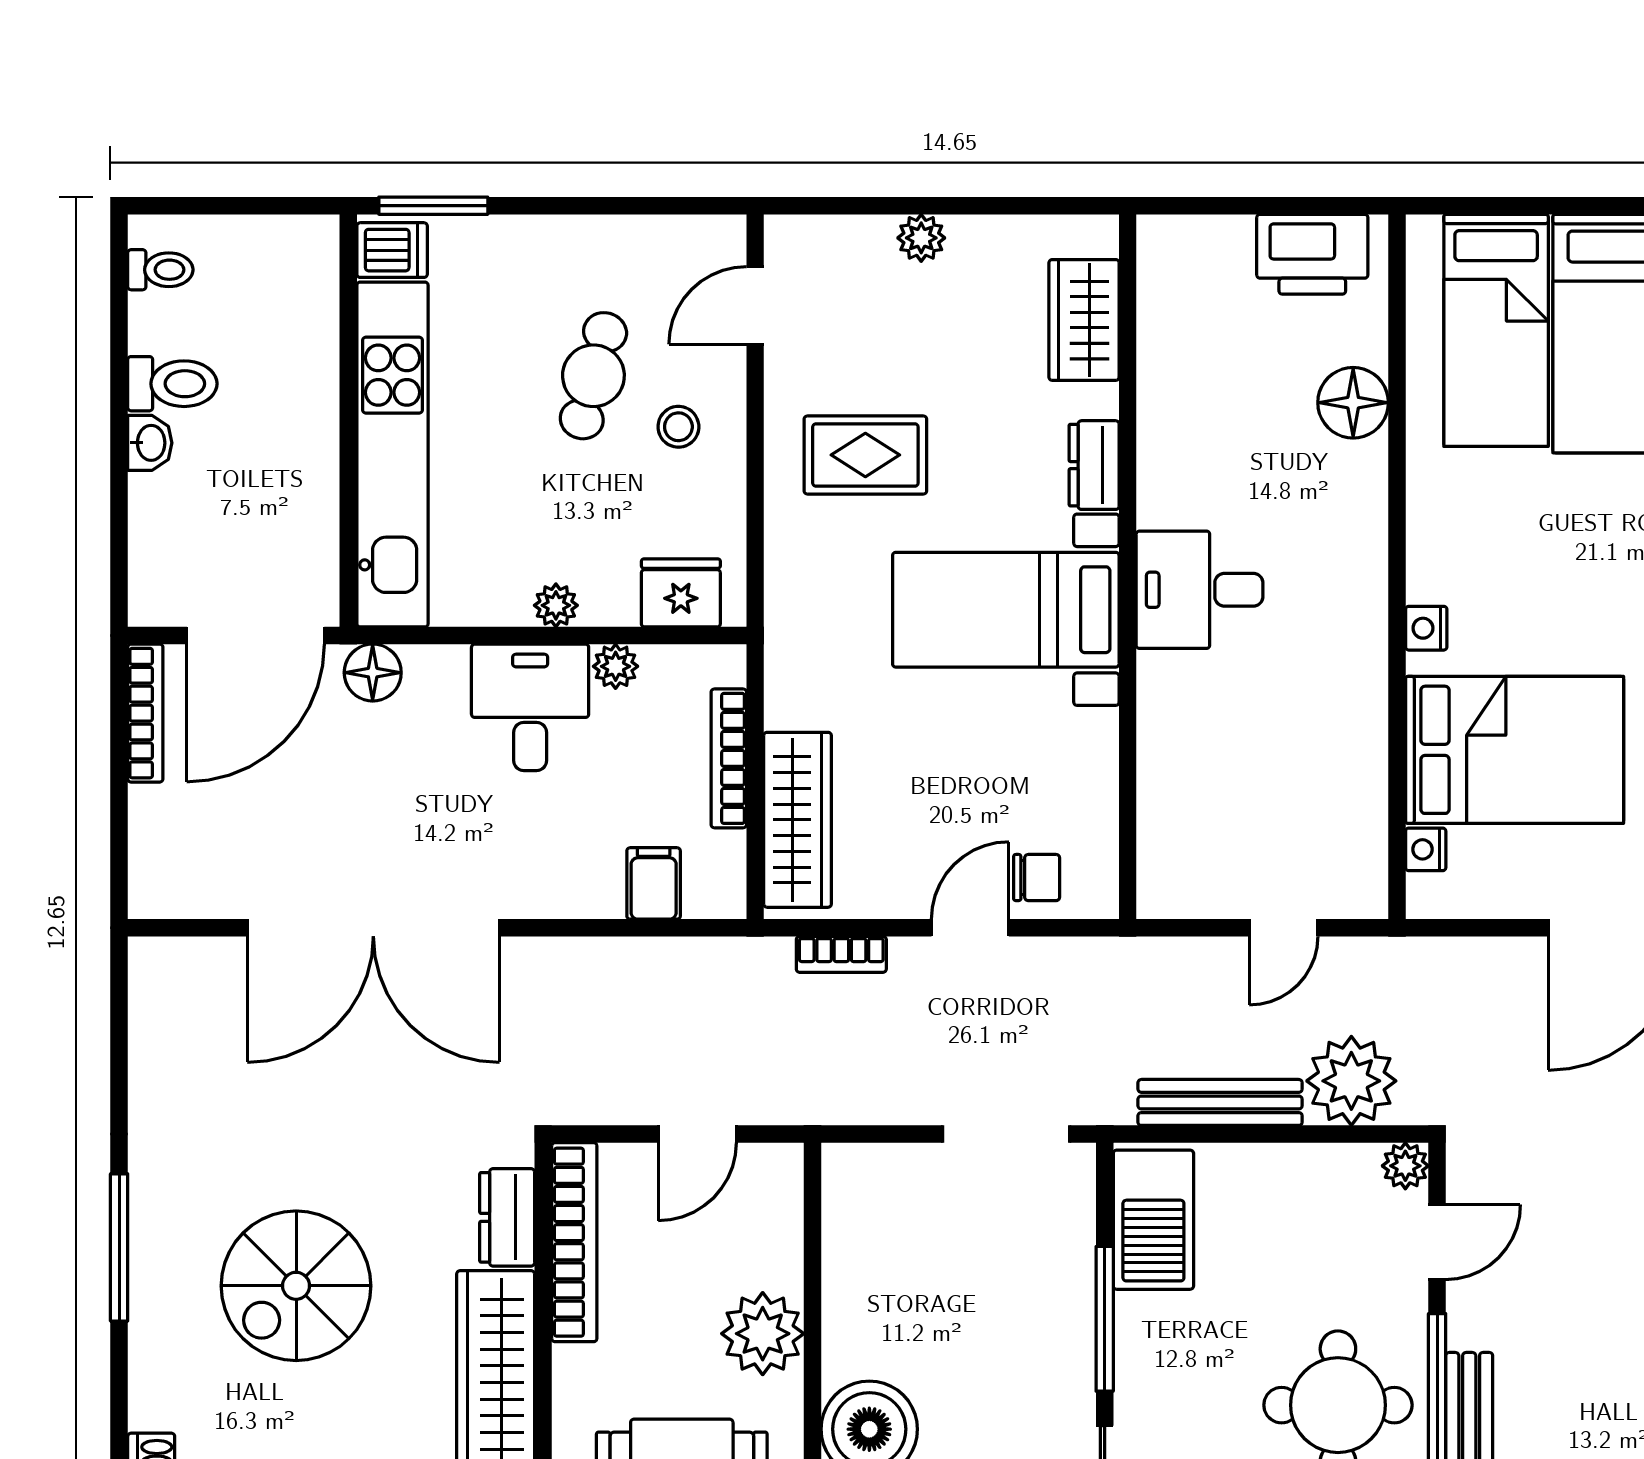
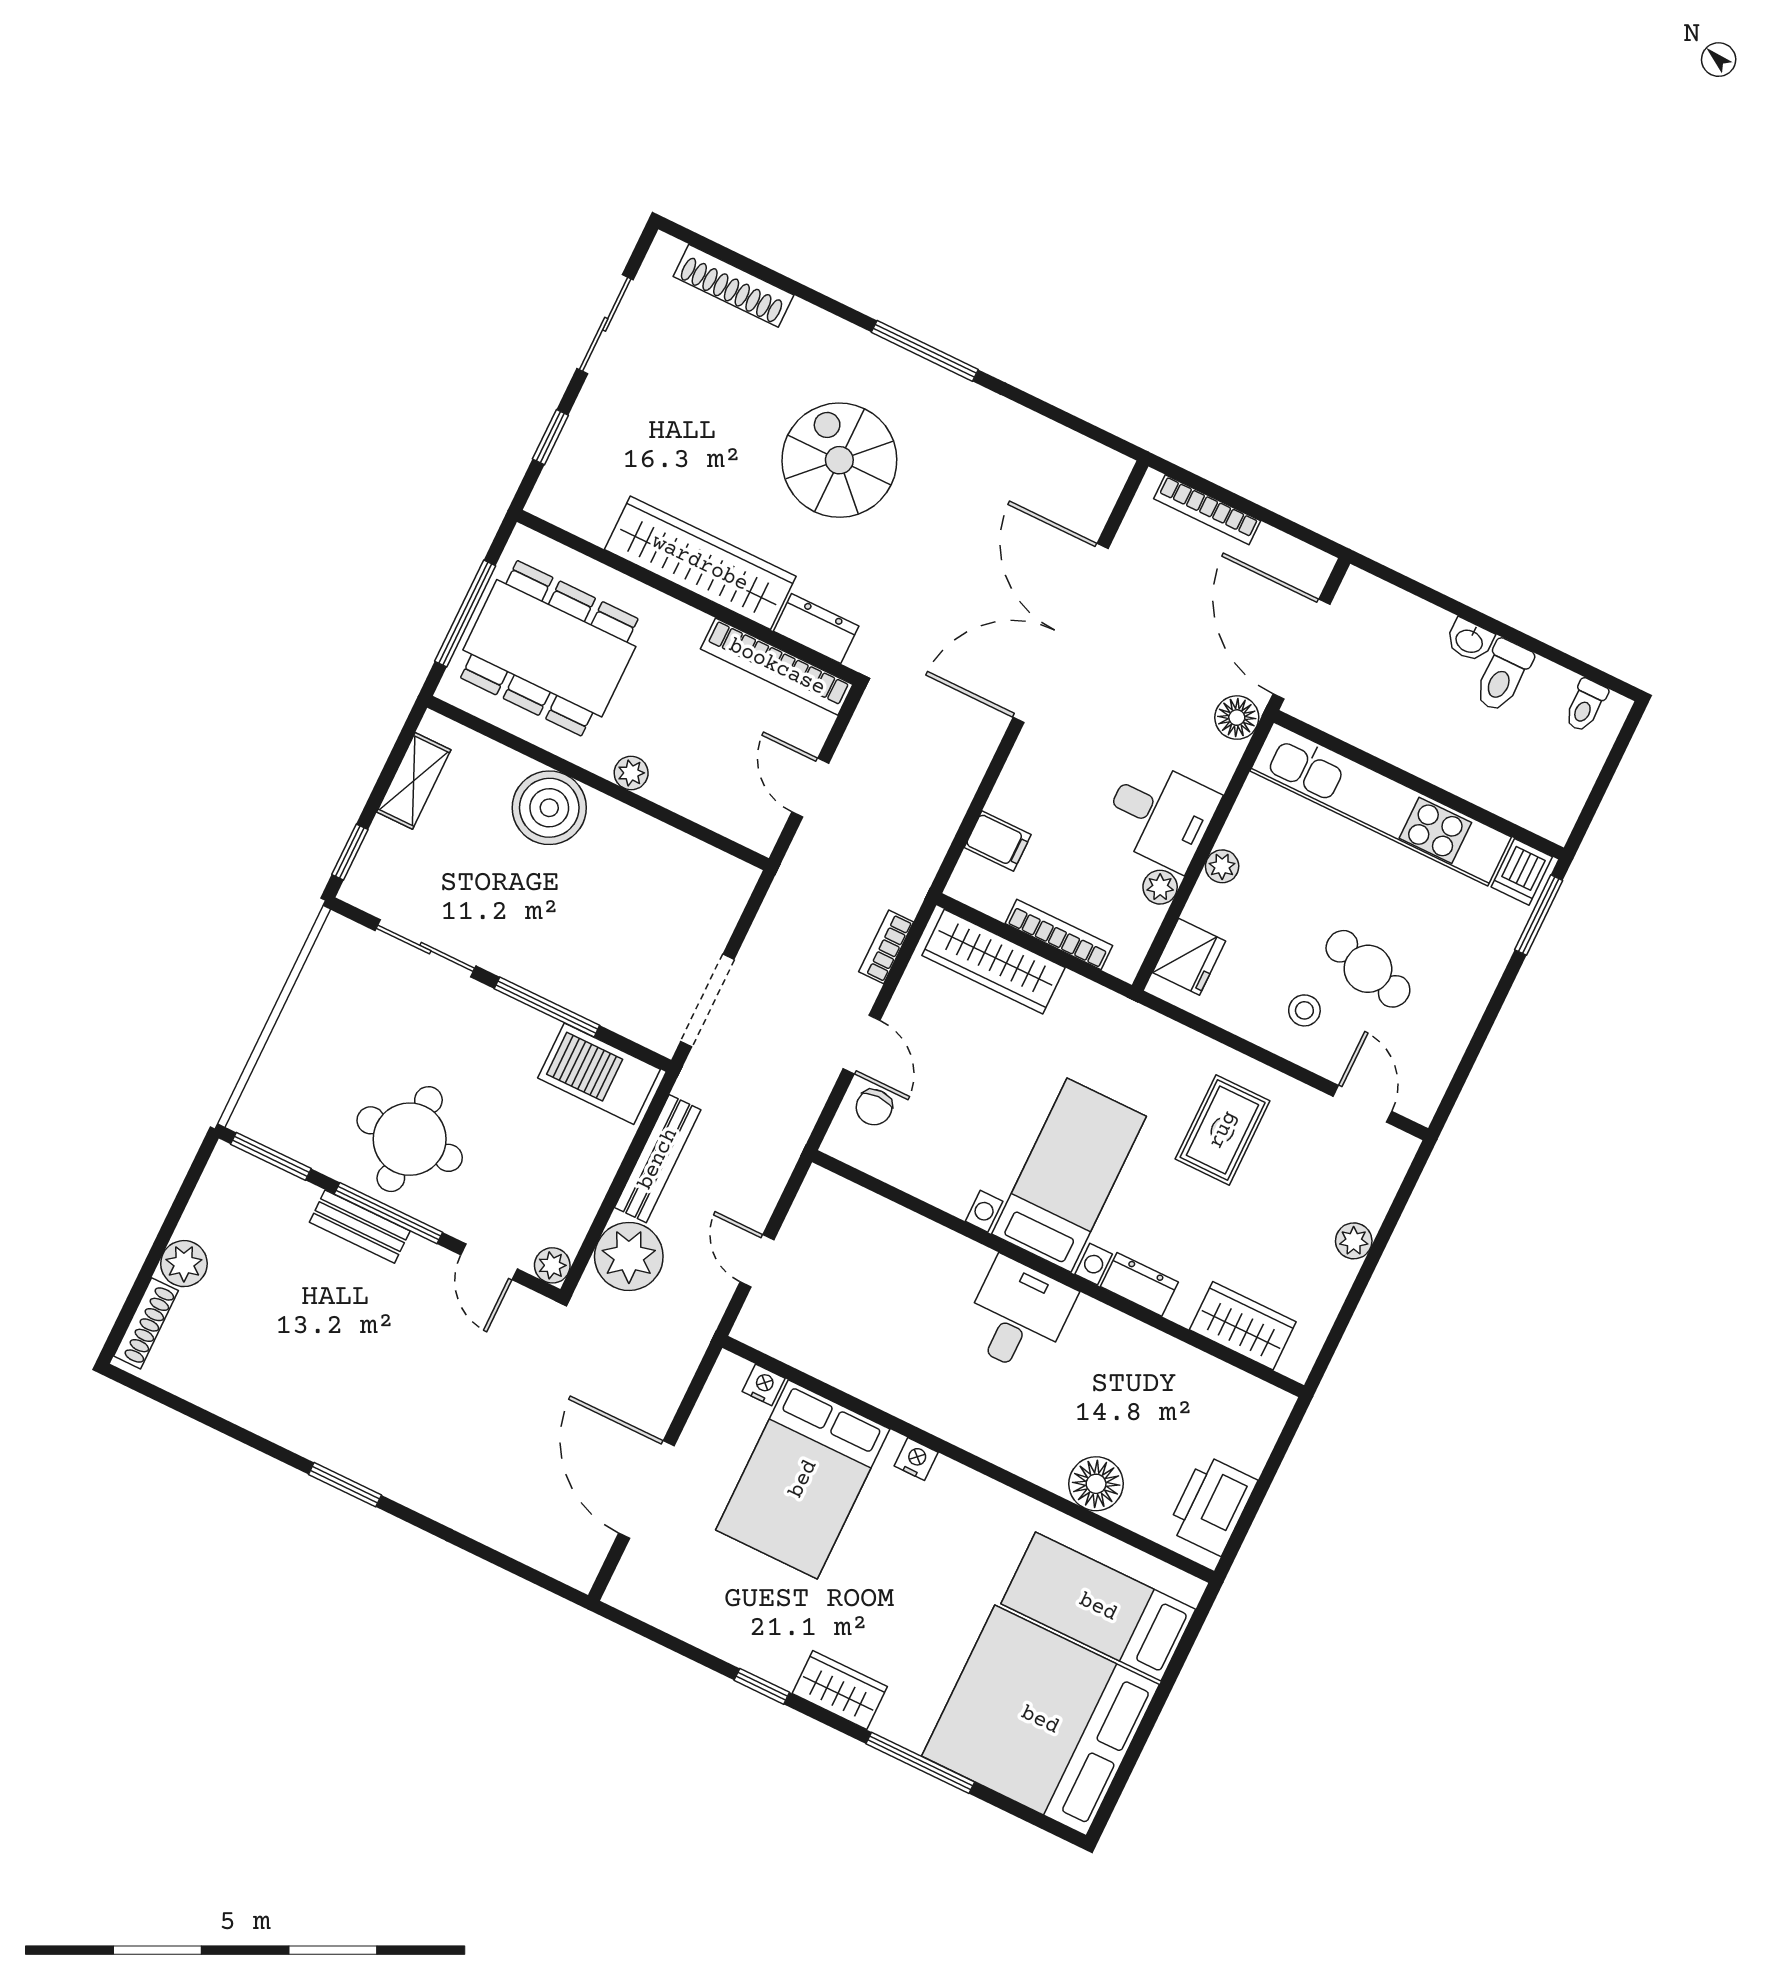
bookcase: (145, 713) -> (1207, 510), moved
plant: (763, 1334) -> (631, 773), width x0.53, depth x0.53

